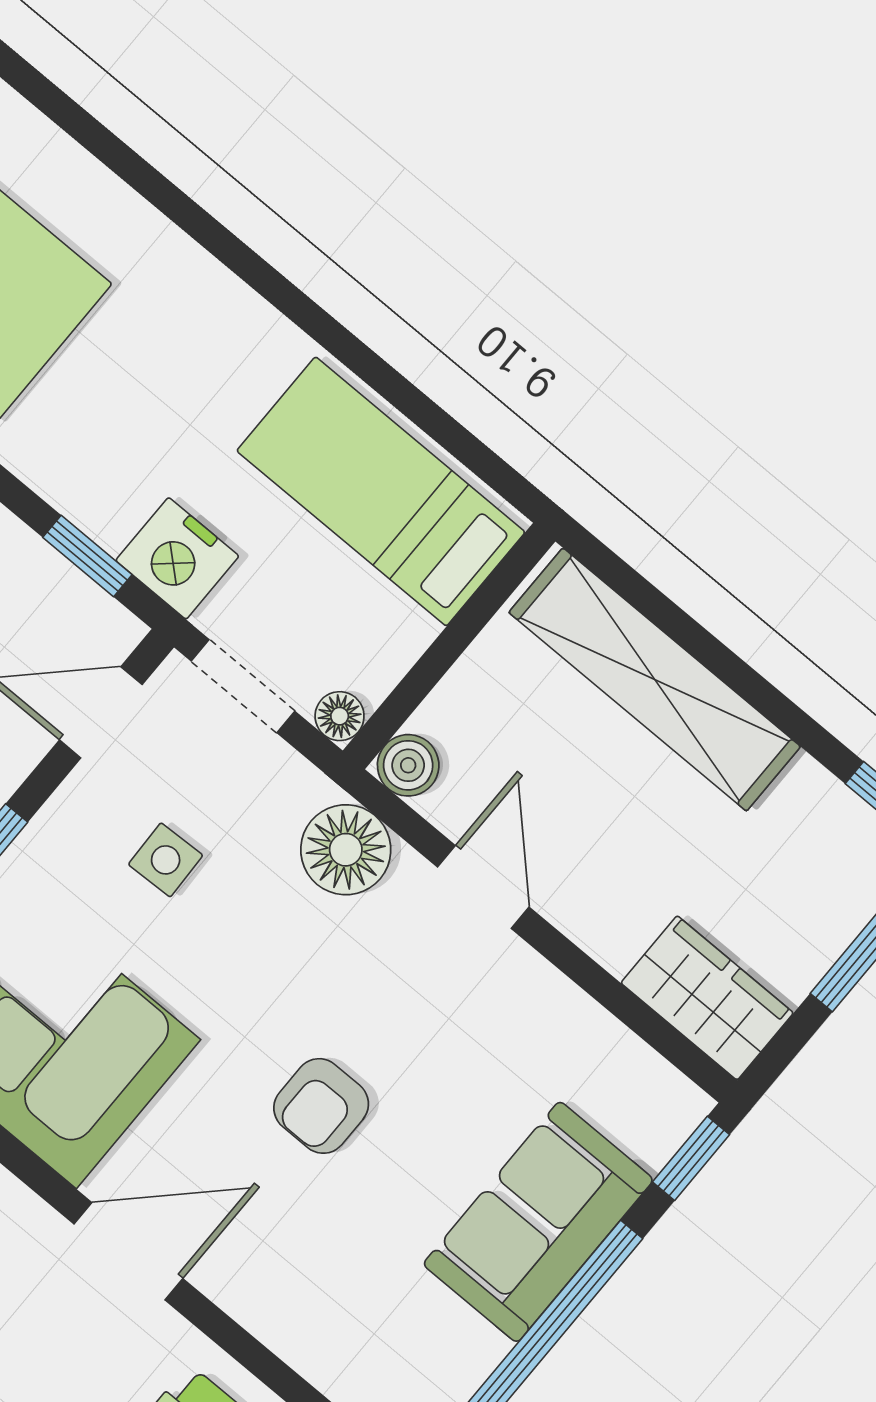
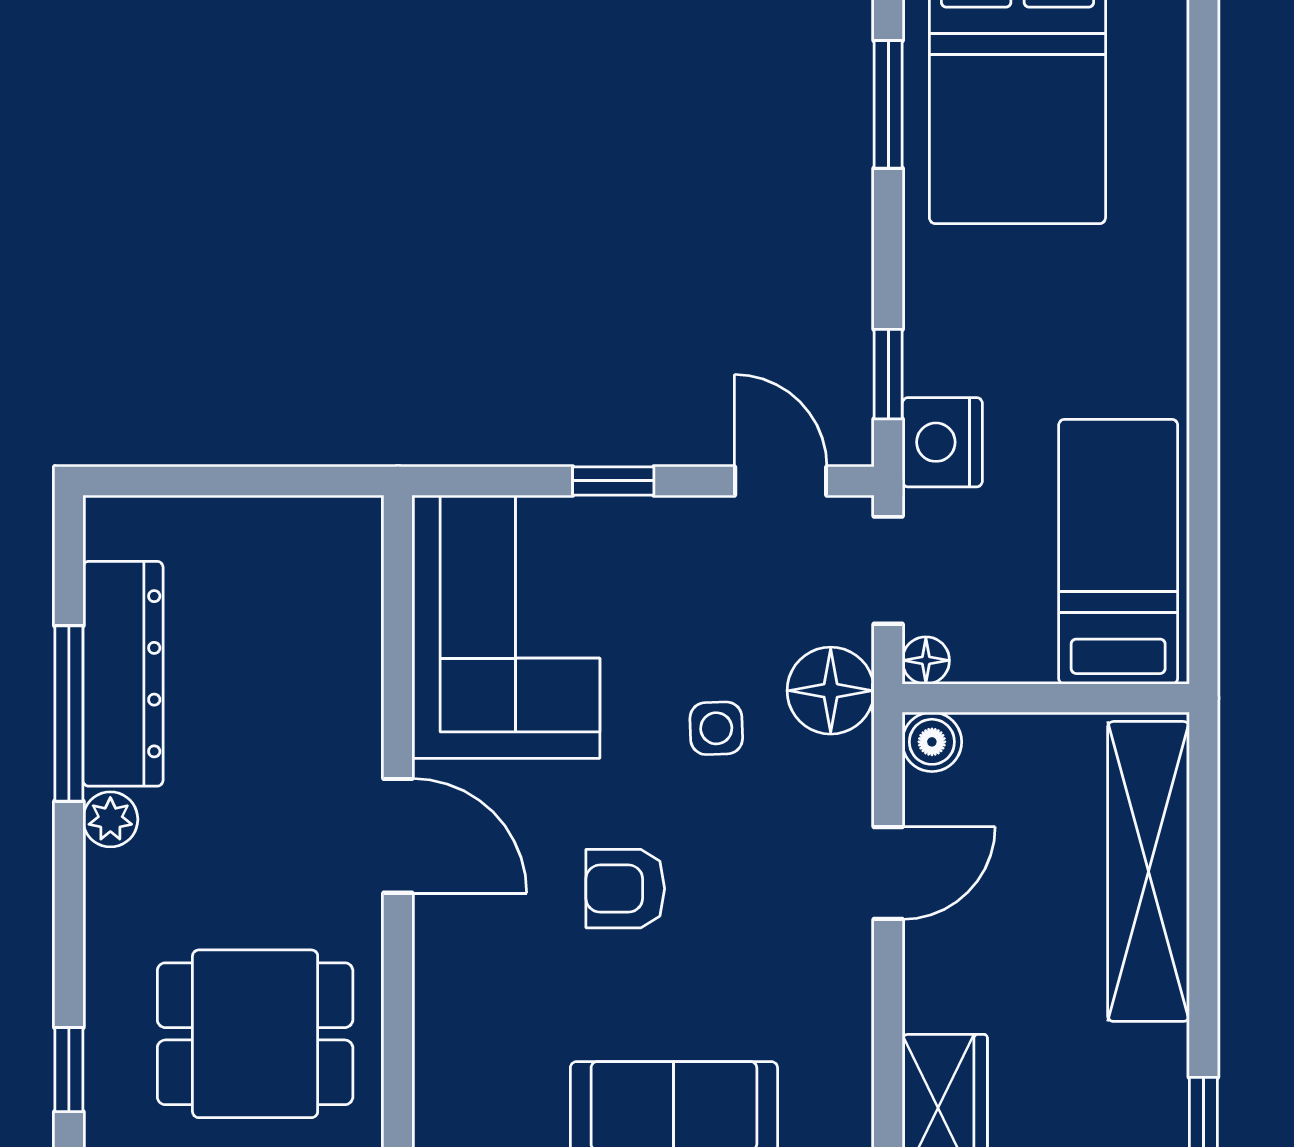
floor lamp: (346, 850) -> (831, 691), moved
side table: (166, 860) -> (716, 728), moved

